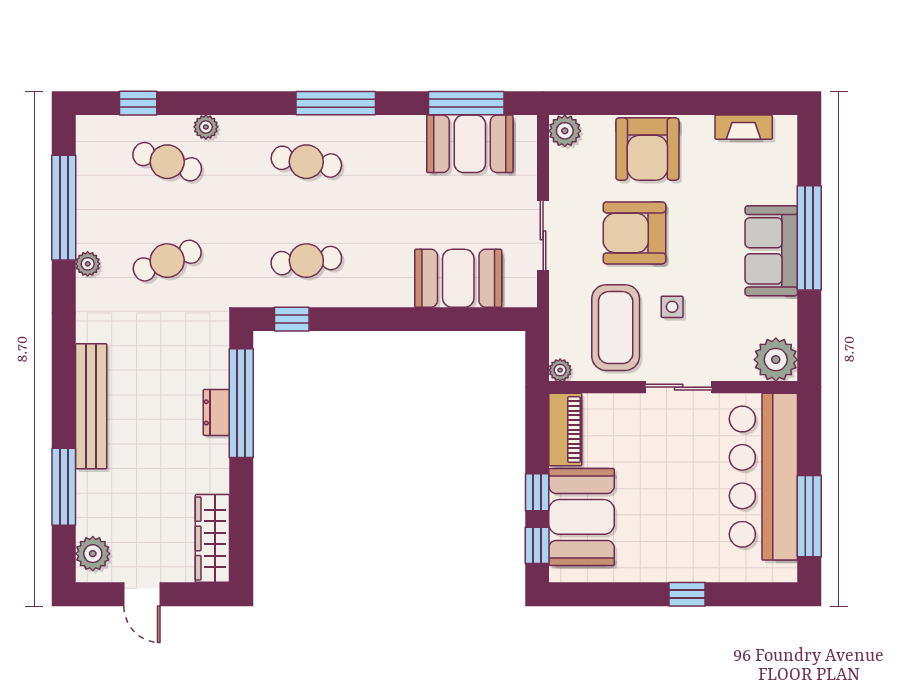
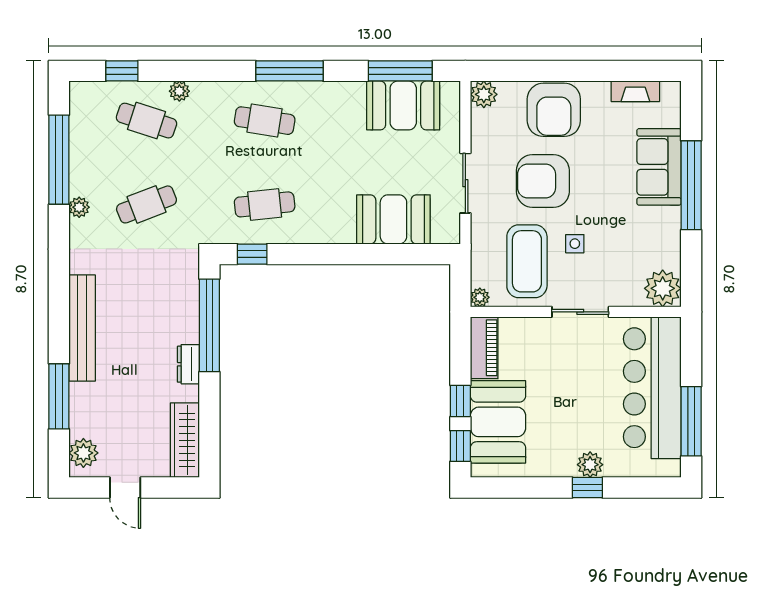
sofa: (771, 251) -> (659, 167), moved
dresser: (216, 412) -> (188, 364), moved
plant: (690, 567) -> (590, 465), added

